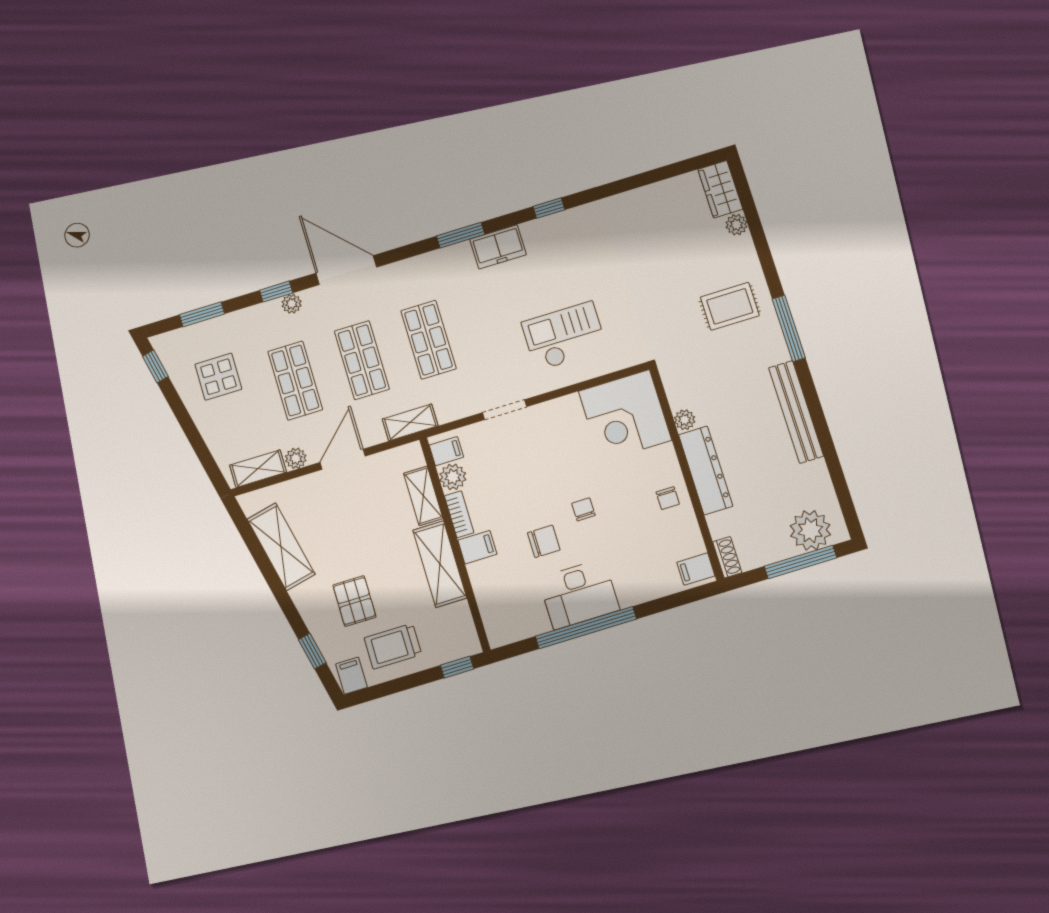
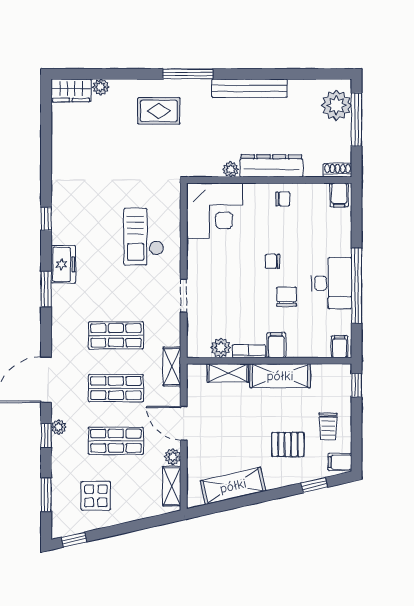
rug: (730, 306) -> (159, 111), turned 90
filing cabinet: (446, 451) -> (340, 347), moved
trolley: (393, 646) -> (328, 426), width x0.73, depth x0.72

